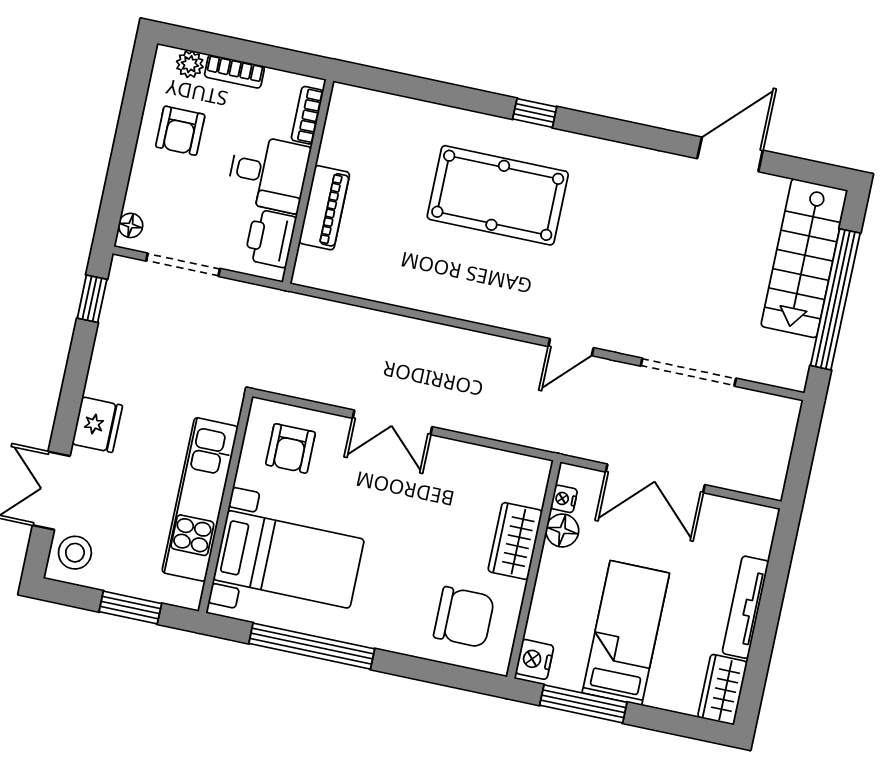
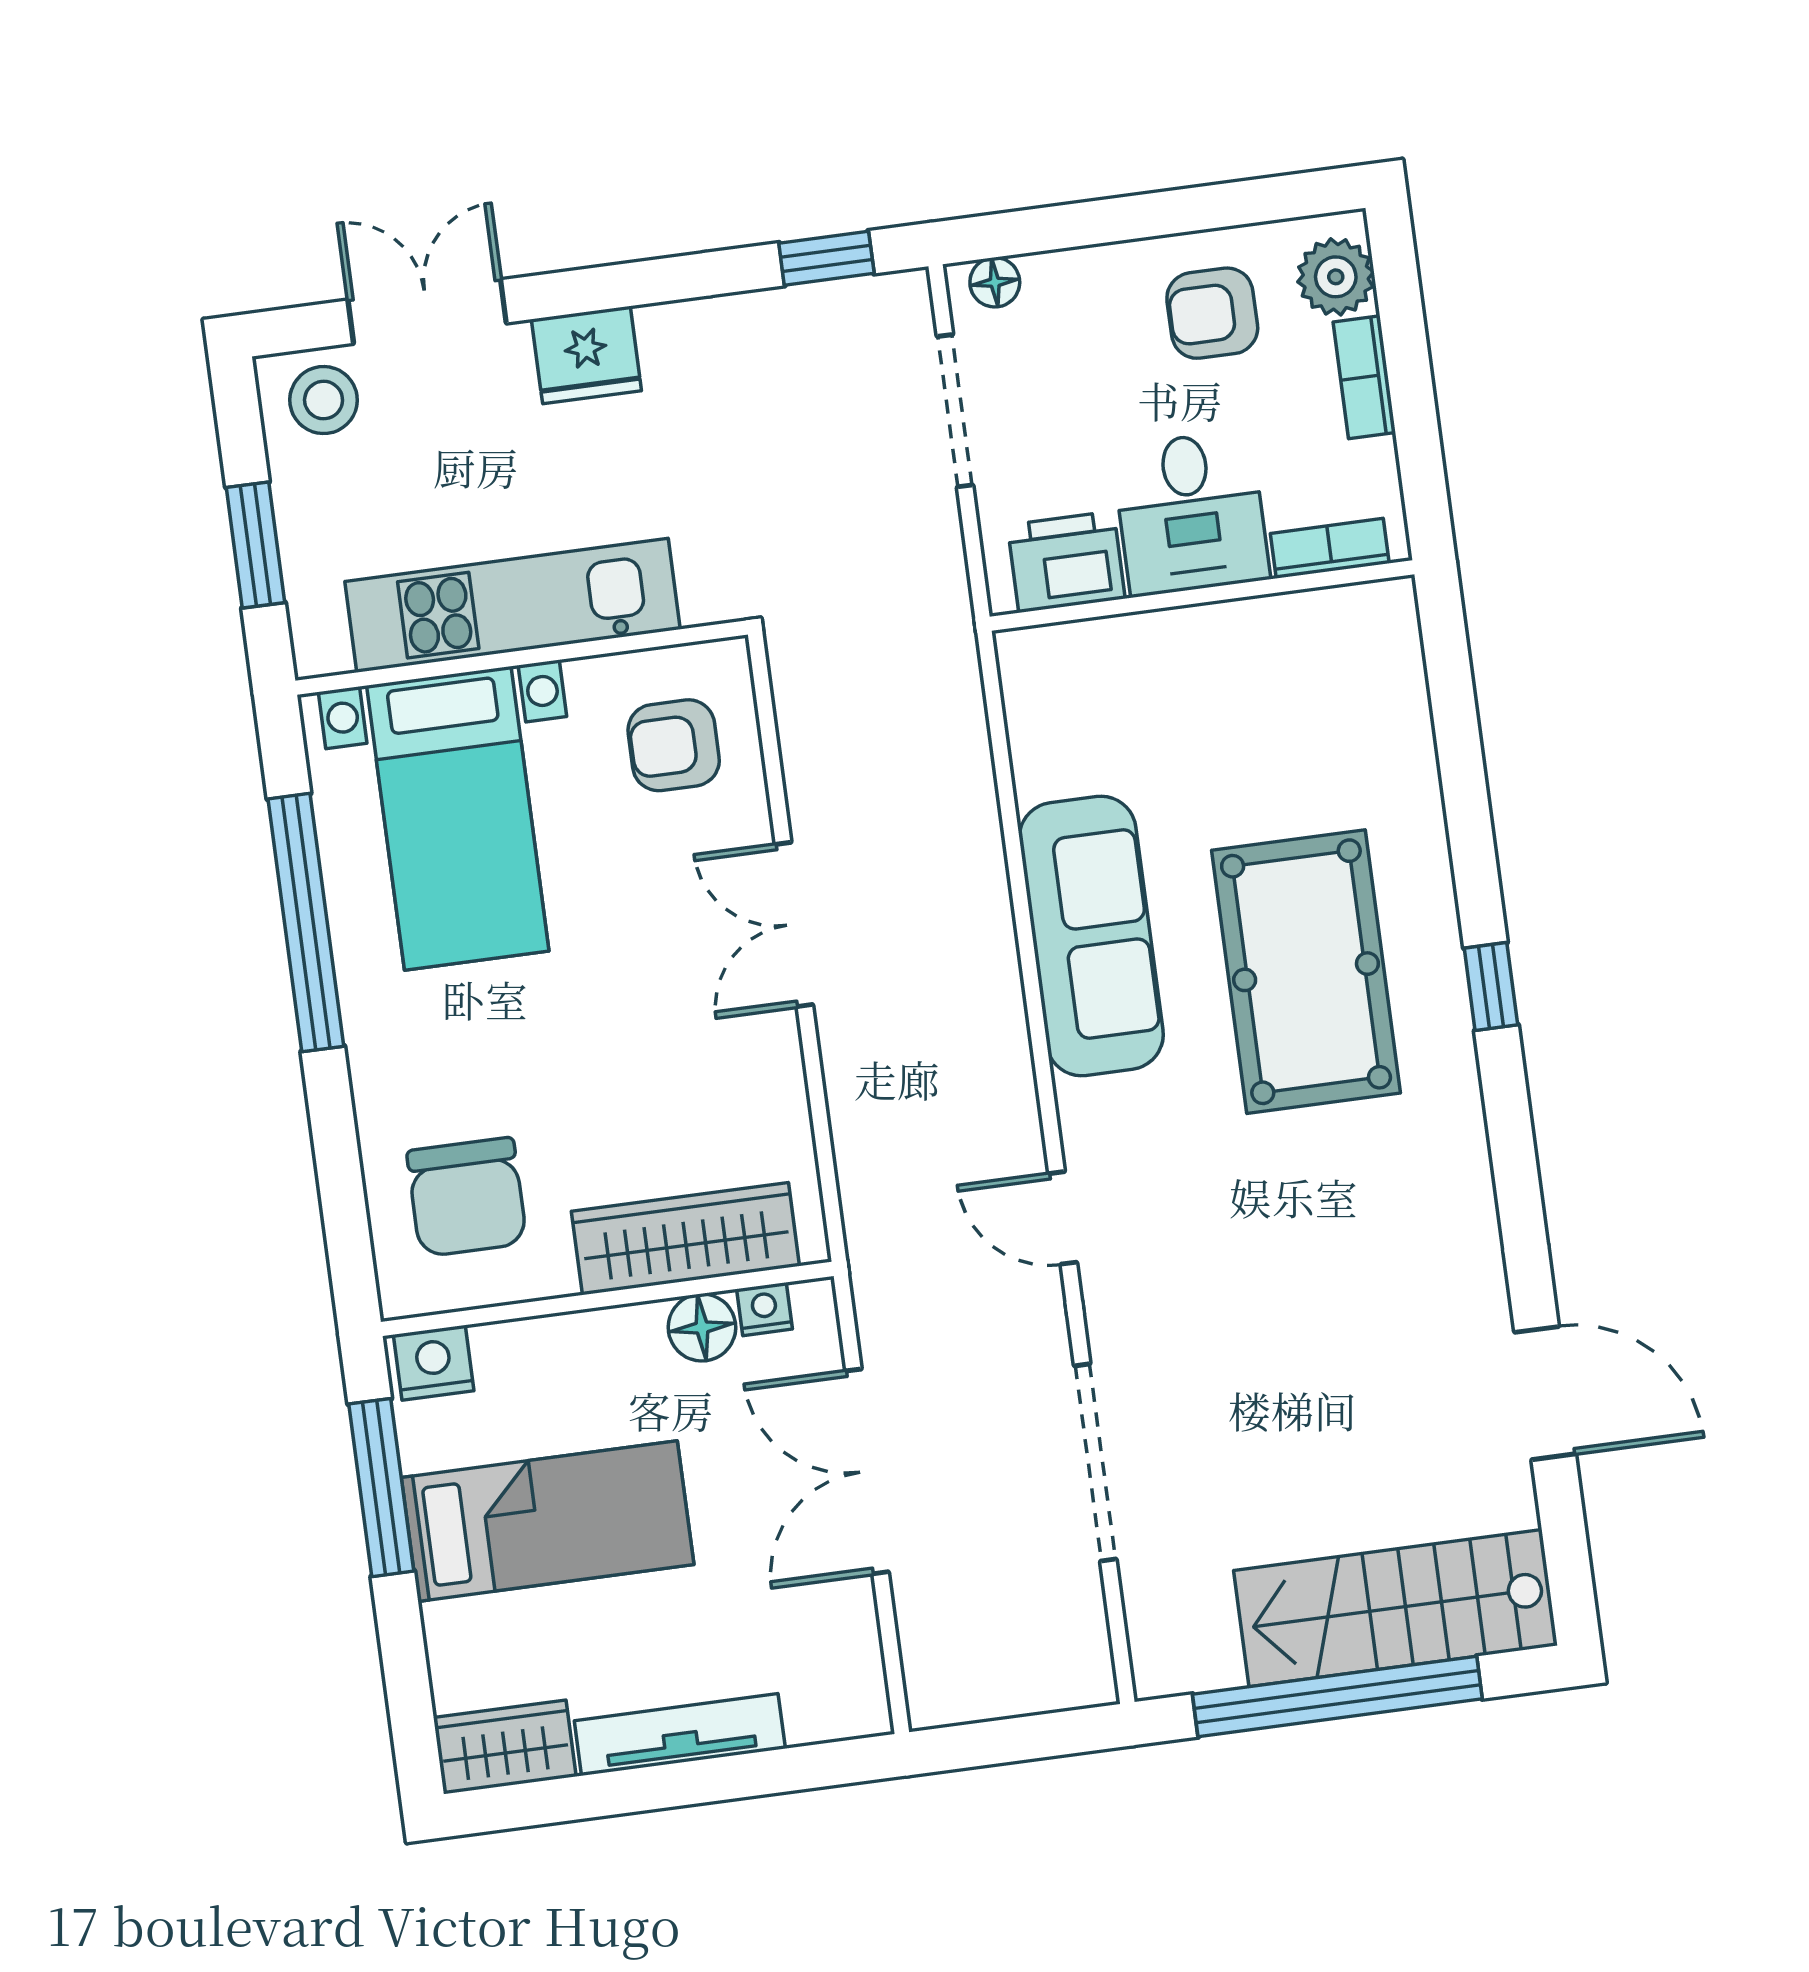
plant: (190, 64) -> (1336, 277), width x1.38, depth x1.38
piano: (324, 208) -> (1163, 645), removed
sofa: (446, 288) -> (1091, 936), added
wardrobe: (515, 541) -> (685, 1239), width x1.50

